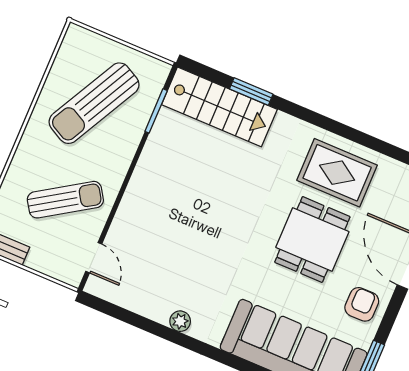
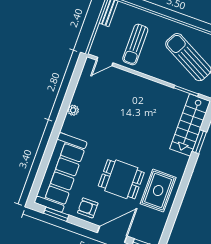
sun lounger: (65, 200) -> (135, 45), turned 33
armchair: (362, 304) -> (88, 208), turned 180

